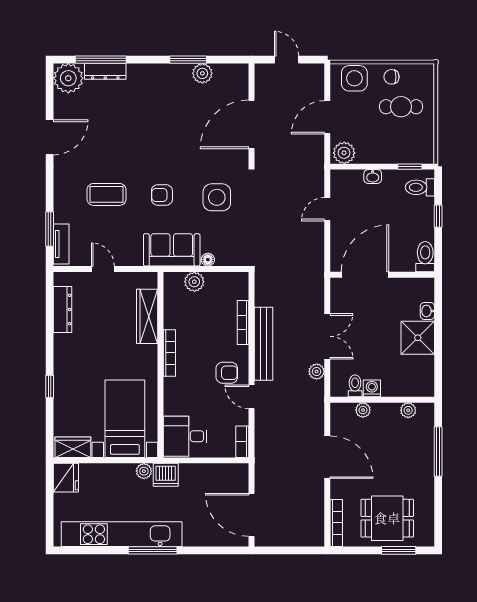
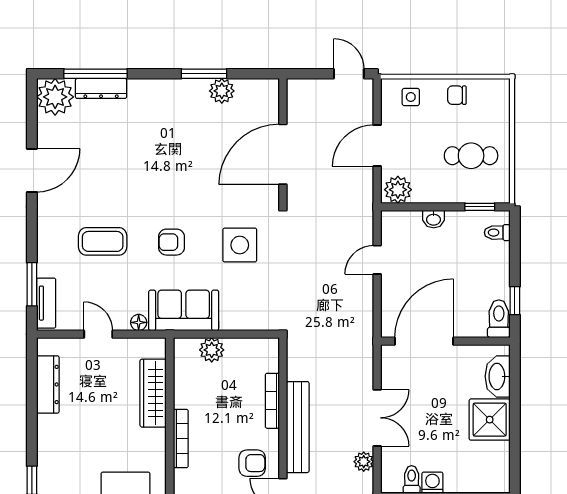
door: (287, 60) -> (349, 74), moved
side table: (354, 78) -> (411, 97), width x0.54, depth x0.54
cafe table: (401, 107) -> (471, 156), moved
toilet: (420, 187) -> (497, 233), width x0.73, depth x0.72
window: (438, 216) -> (515, 301), moved
floor lamp: (208, 260) -> (139, 322), moved
washbasin: (427, 311) -> (498, 376), width x1.91, depth x1.45

